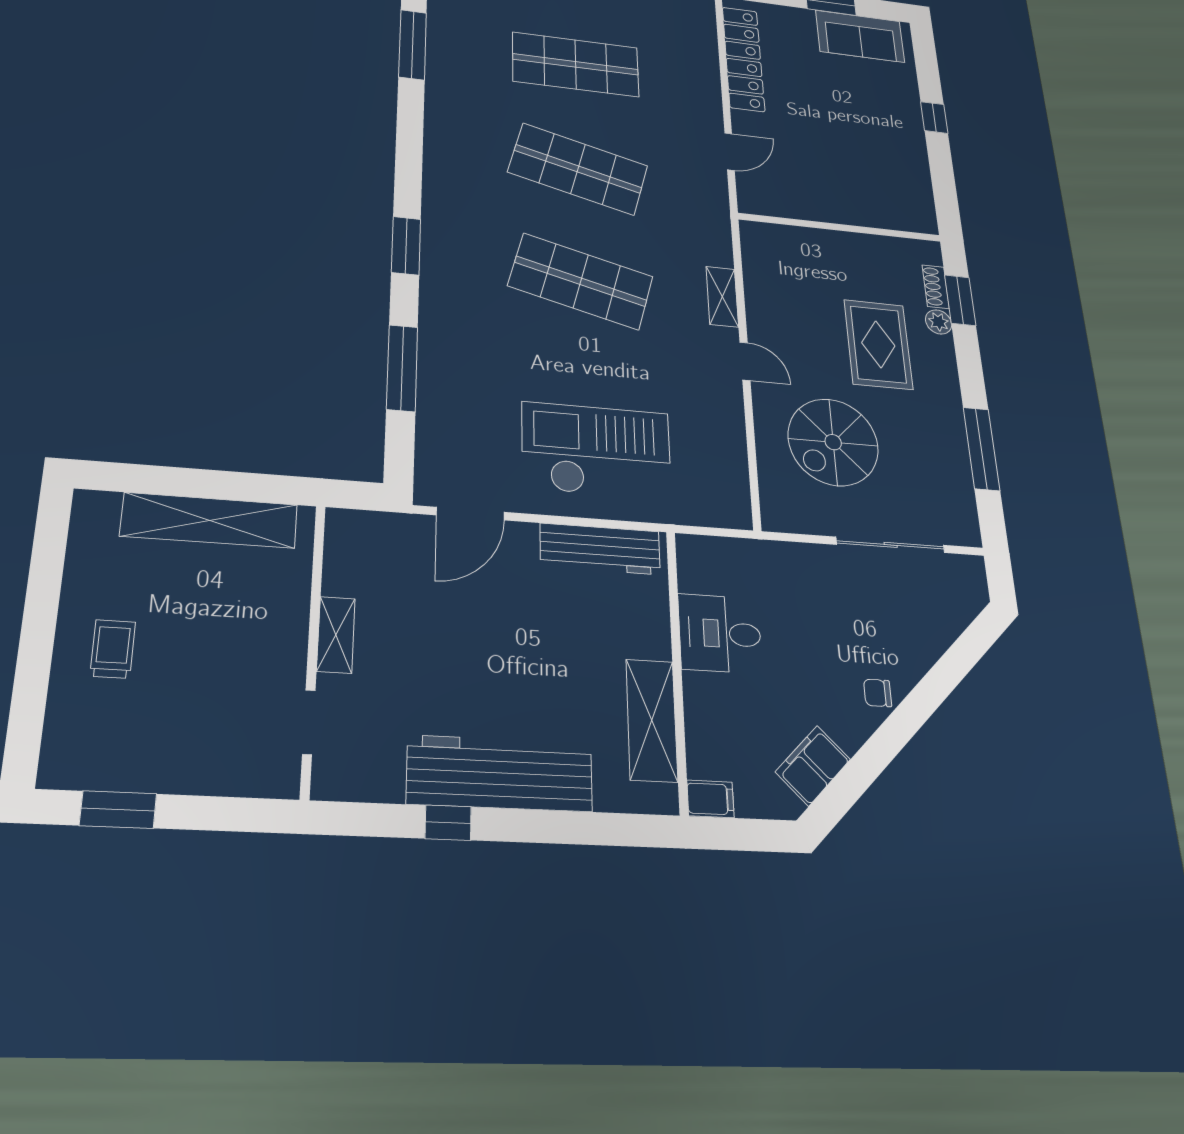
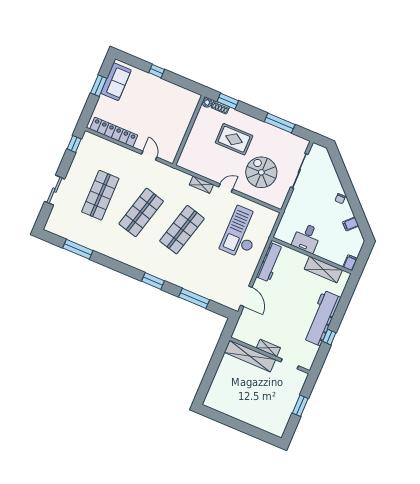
plant: (939, 322) -> (207, 102), moved
spiral stairs: (833, 442) -> (261, 172), turned 180
checkout: (596, 450) -> (242, 233), moved
shelving: (210, 520) -> (250, 356), moved, turned 90
trolley: (113, 649) -> (252, 408), removed
filing cabinet: (813, 766) -> (351, 224), width x0.50
window: (118, 810) -> (300, 406), moved

